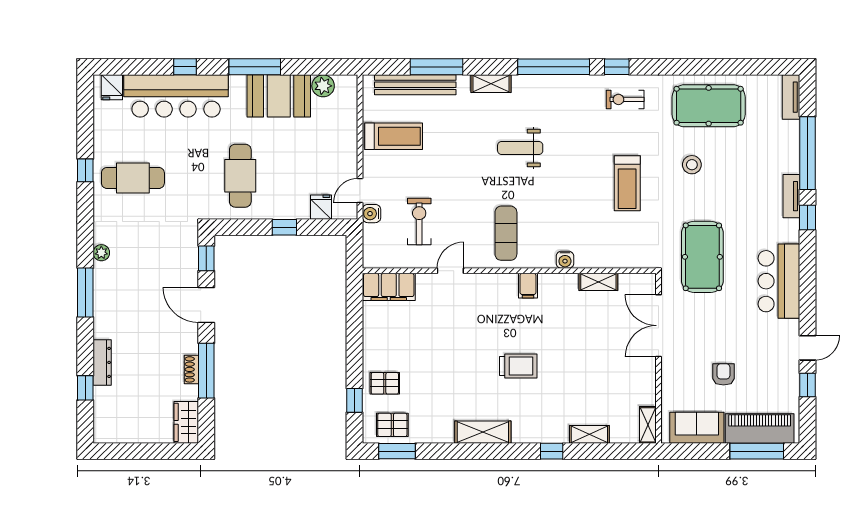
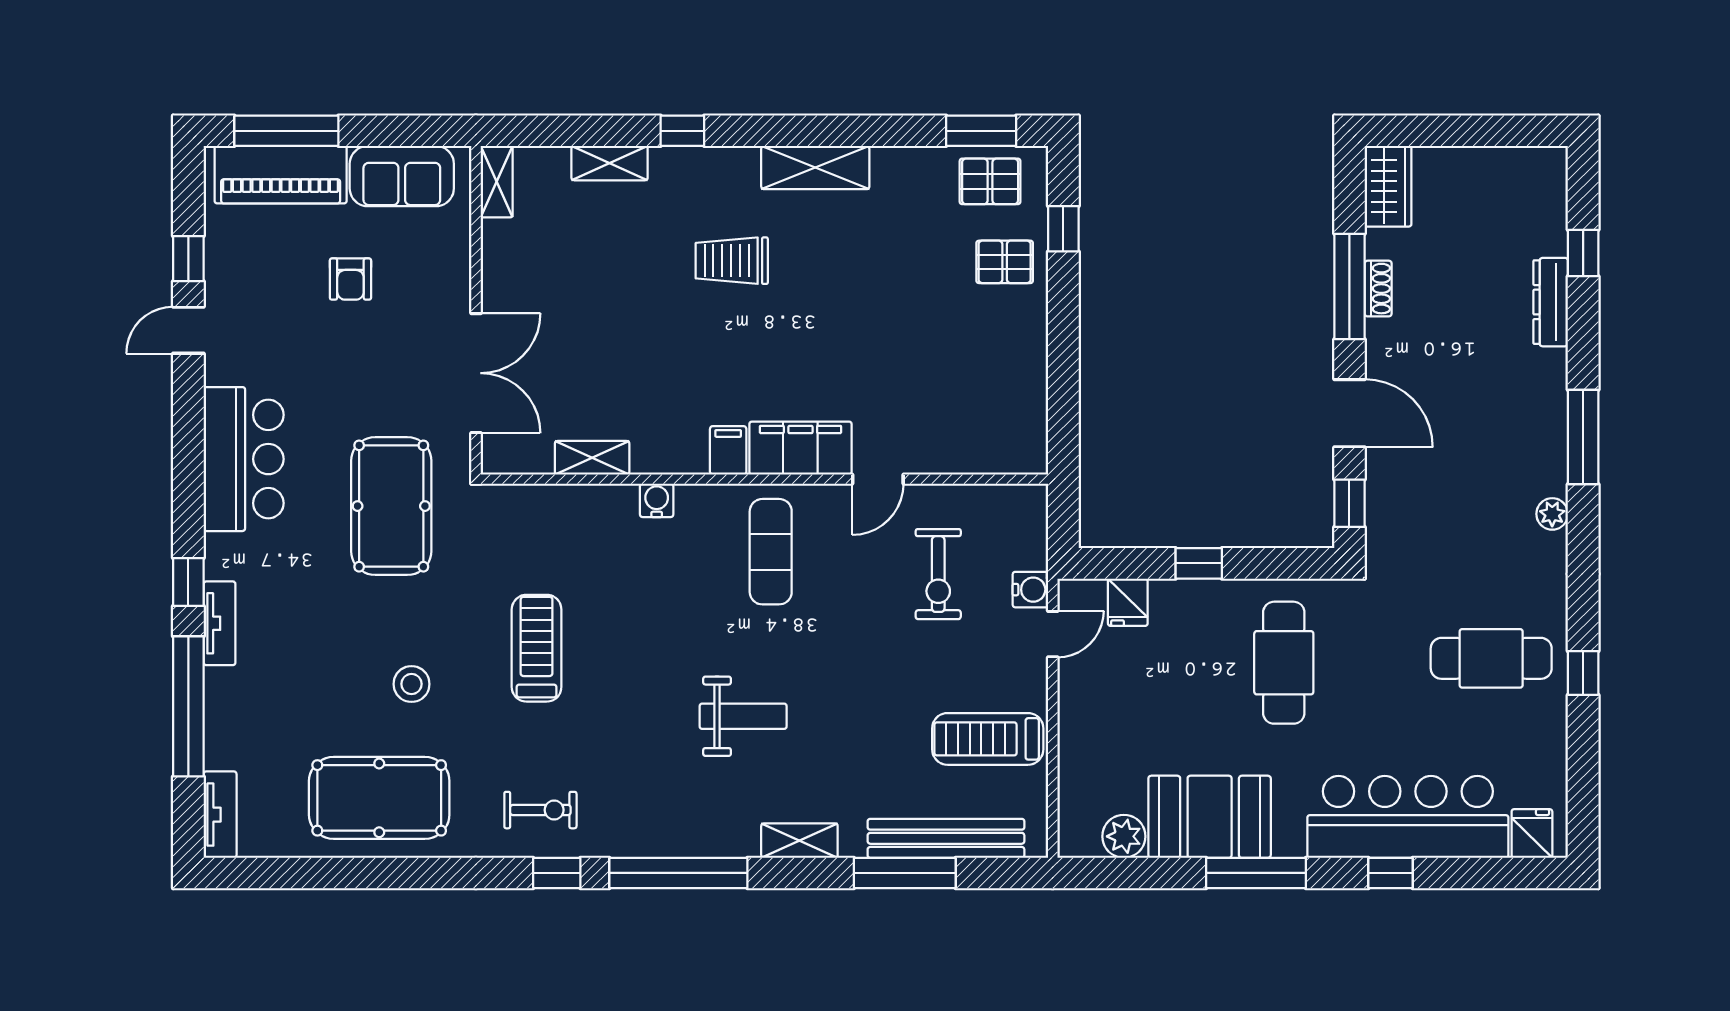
filing cabinet: (389, 287) -> (800, 448), moved
trolley: (518, 366) -> (732, 261), moved

